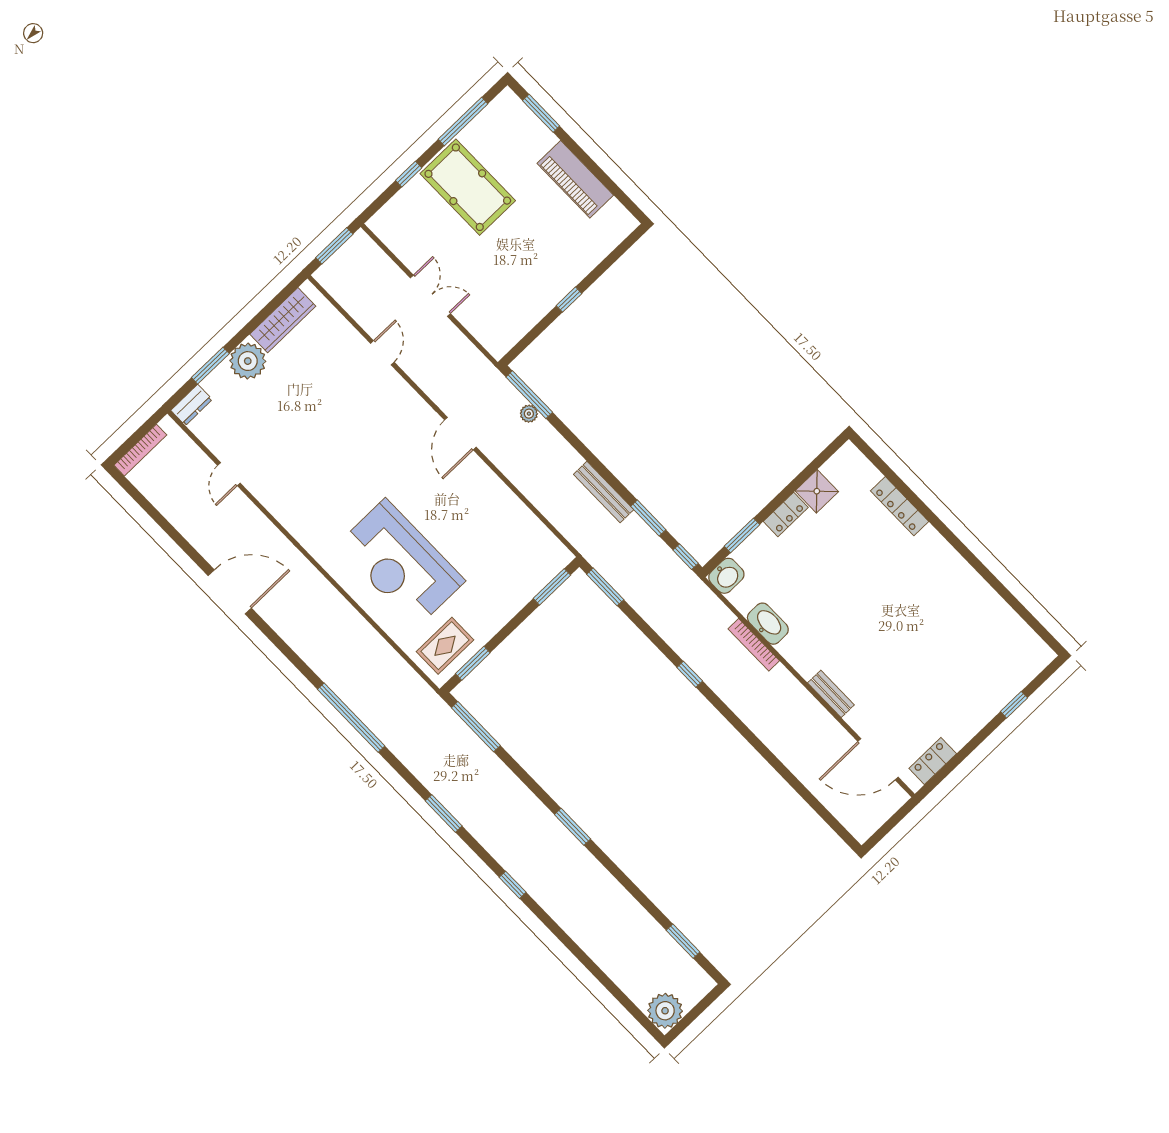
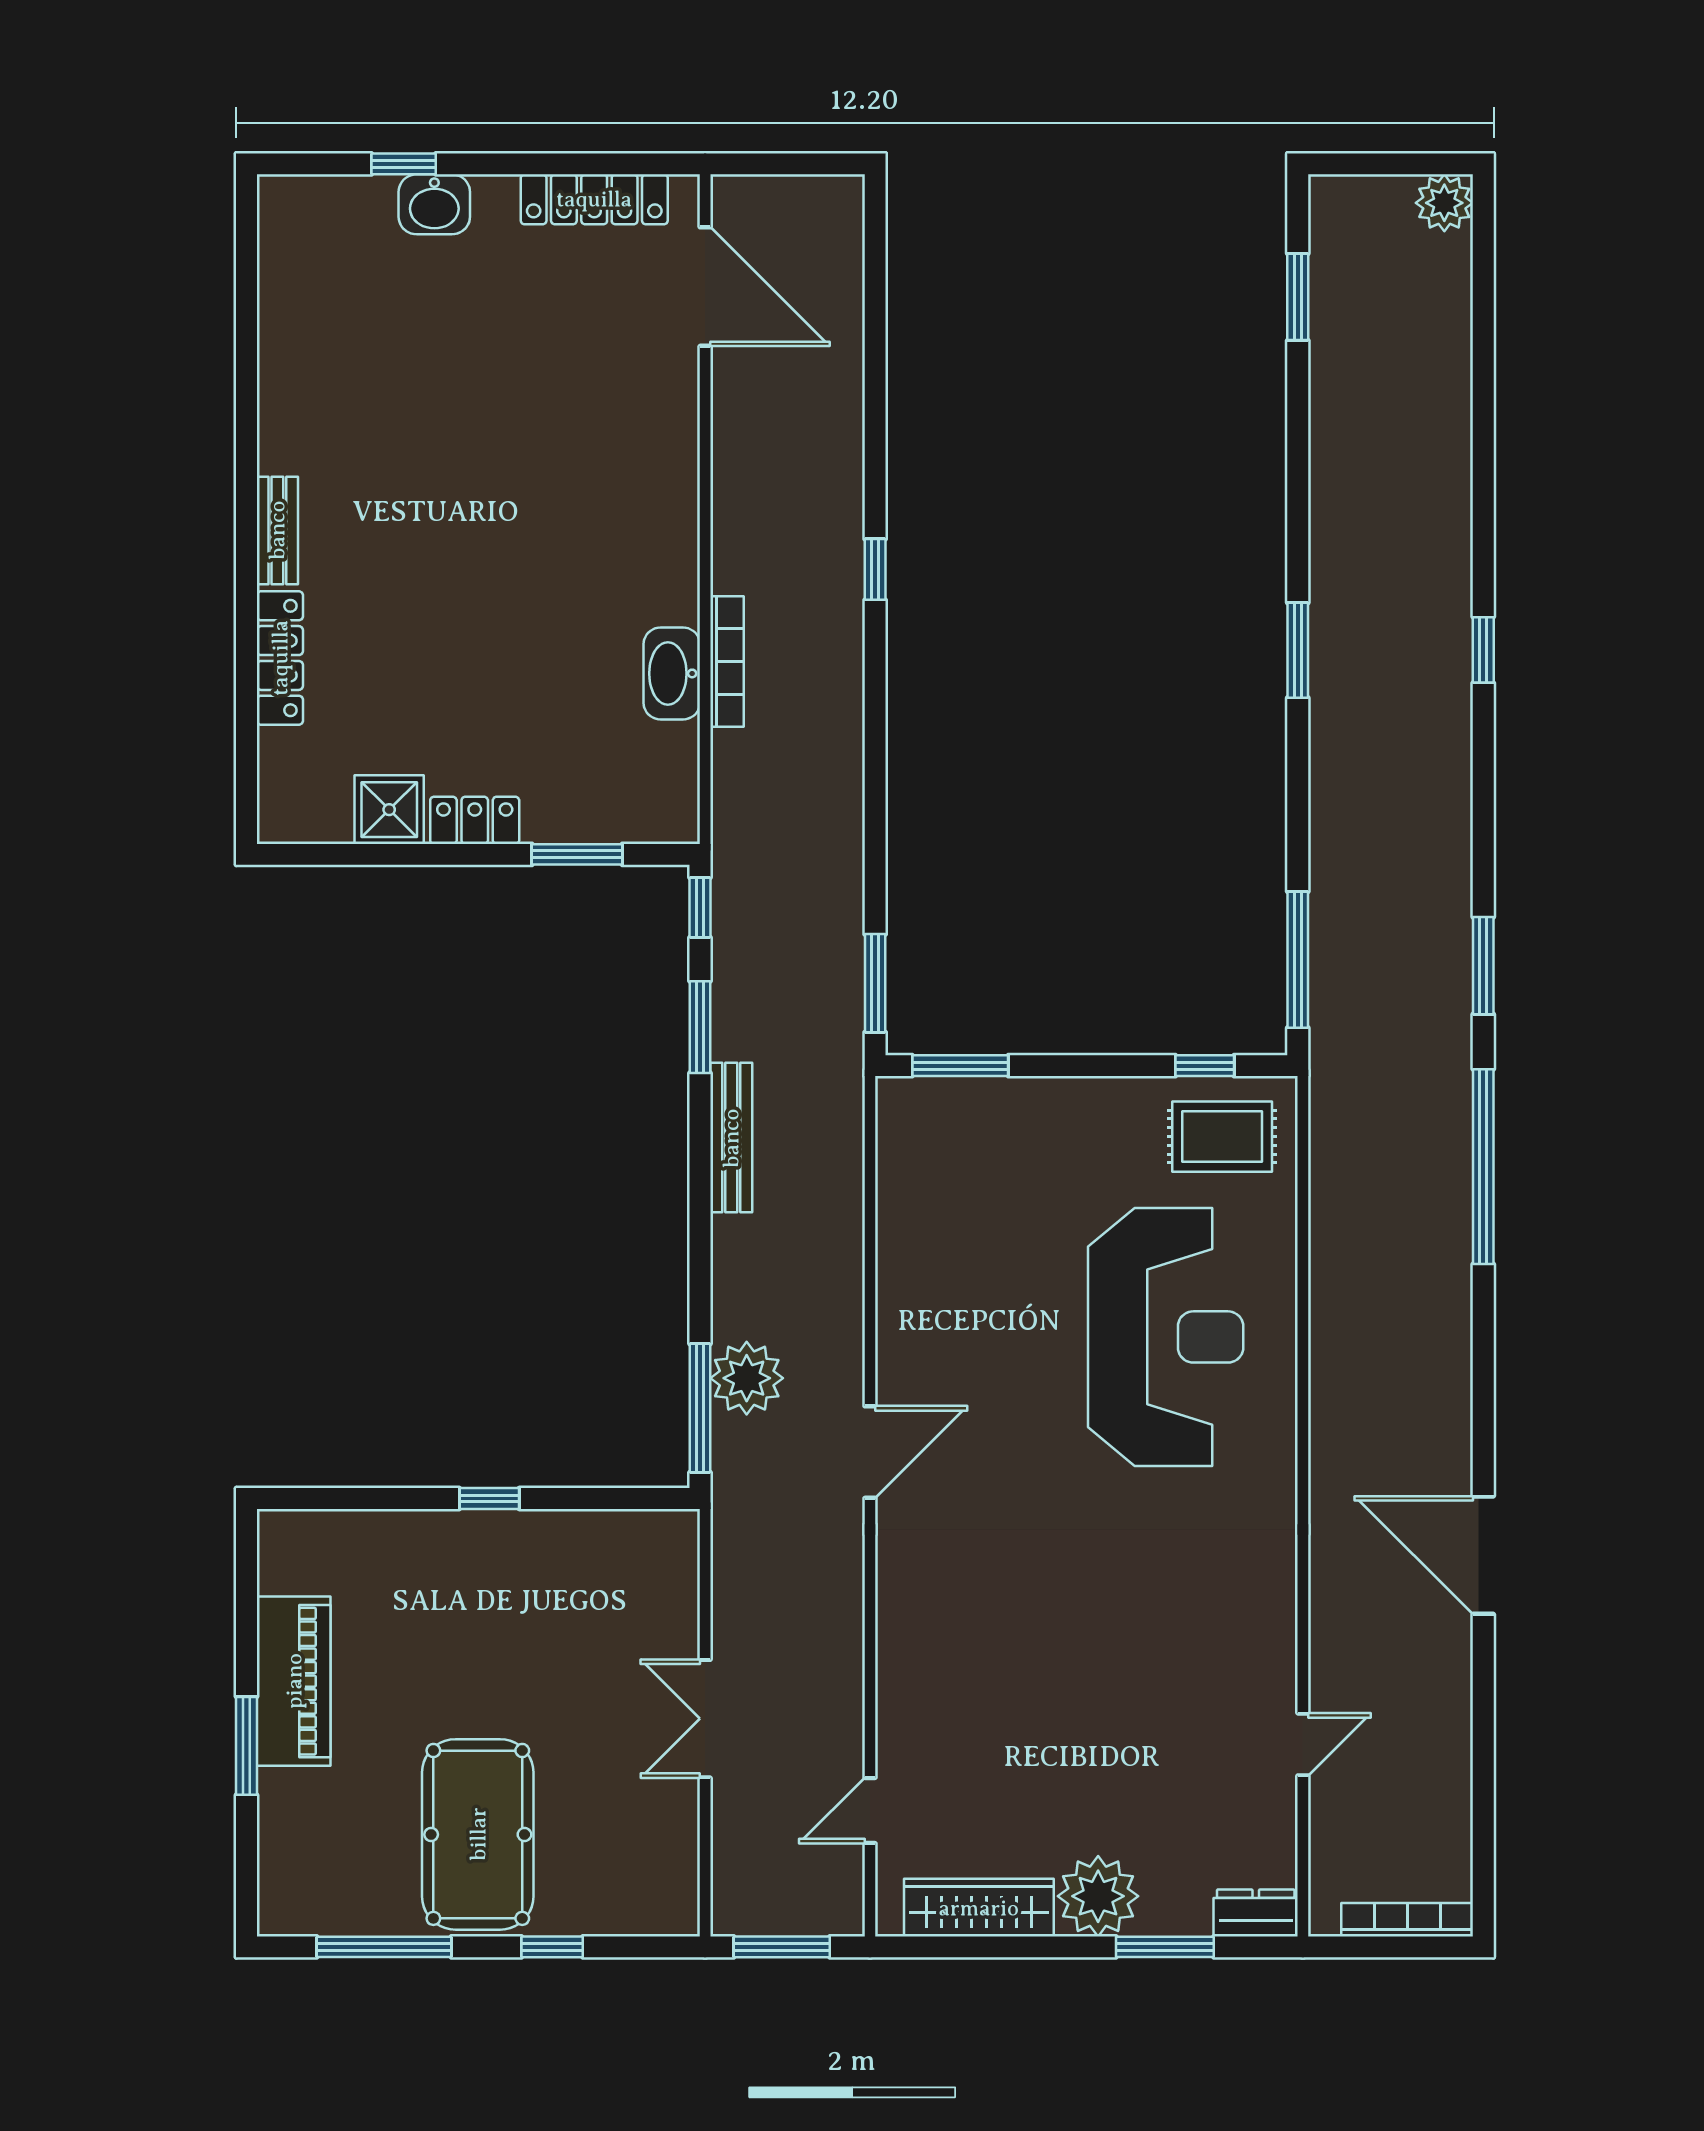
window: (541, 113) -> (246, 1746), moved
door: (382, 353) -> (870, 1811), moved
plant: (529, 414) -> (747, 1378), width x1.88, depth x1.88
washbasin: (726, 576) -> (434, 204), moved, turned 180
window: (473, 663) -> (1205, 1066), width x0.67
window: (690, 674) -> (875, 569), moved
bench: (831, 694) -> (277, 530), moved
locker: (933, 761) -> (594, 199), width x1.53
window: (444, 813) -> (1483, 966), moved
plant: (665, 1011) -> (1444, 203), width x0.73, depth x0.73

